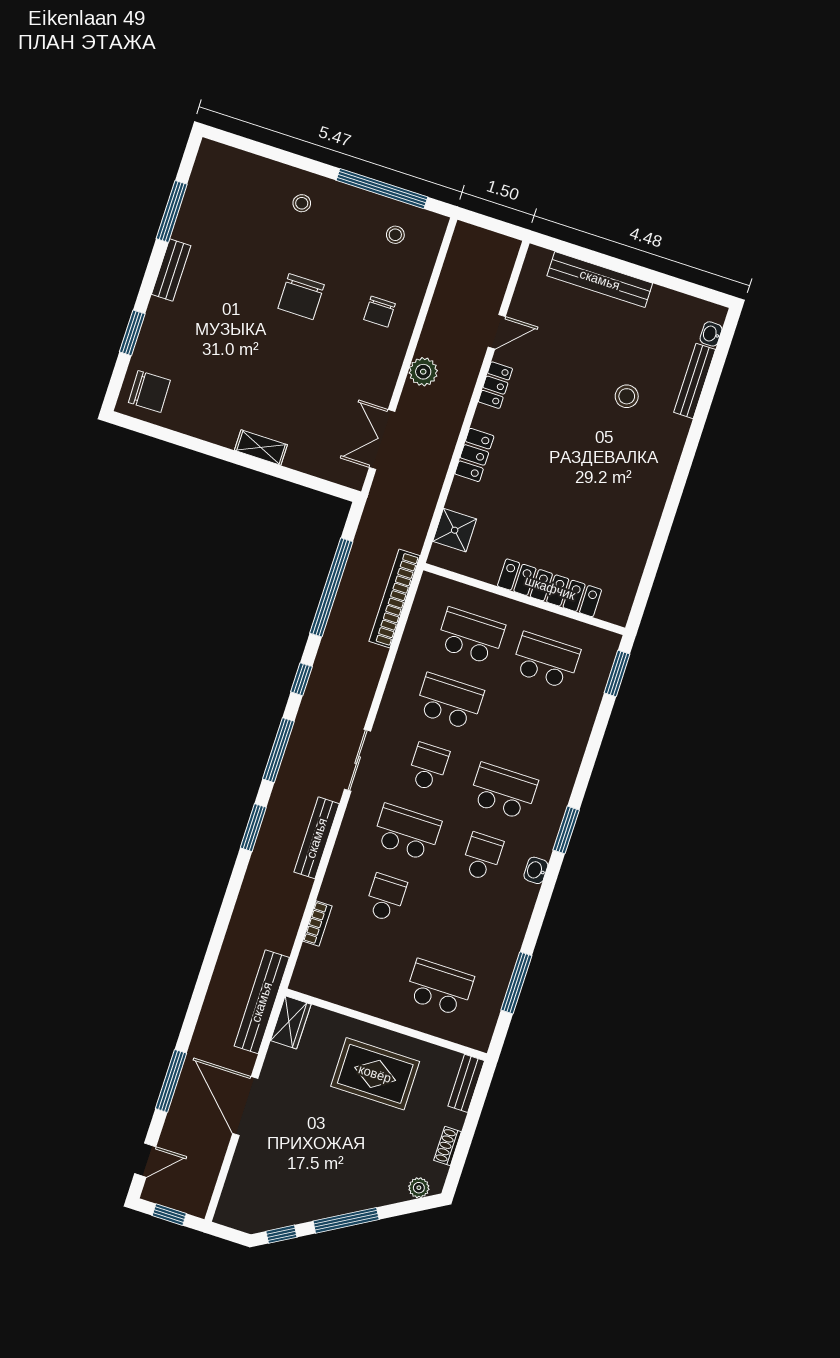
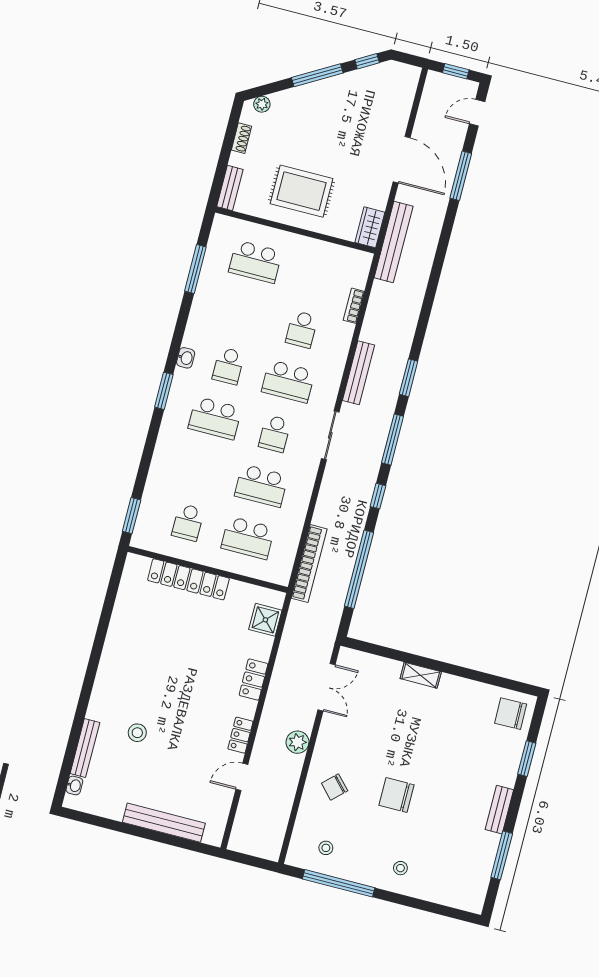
chair: (301, 297) -> (397, 795), turned -90
chair: (379, 312) -> (335, 787), turned -133
school desk: (546, 660) -> (188, 522), width x0.54

